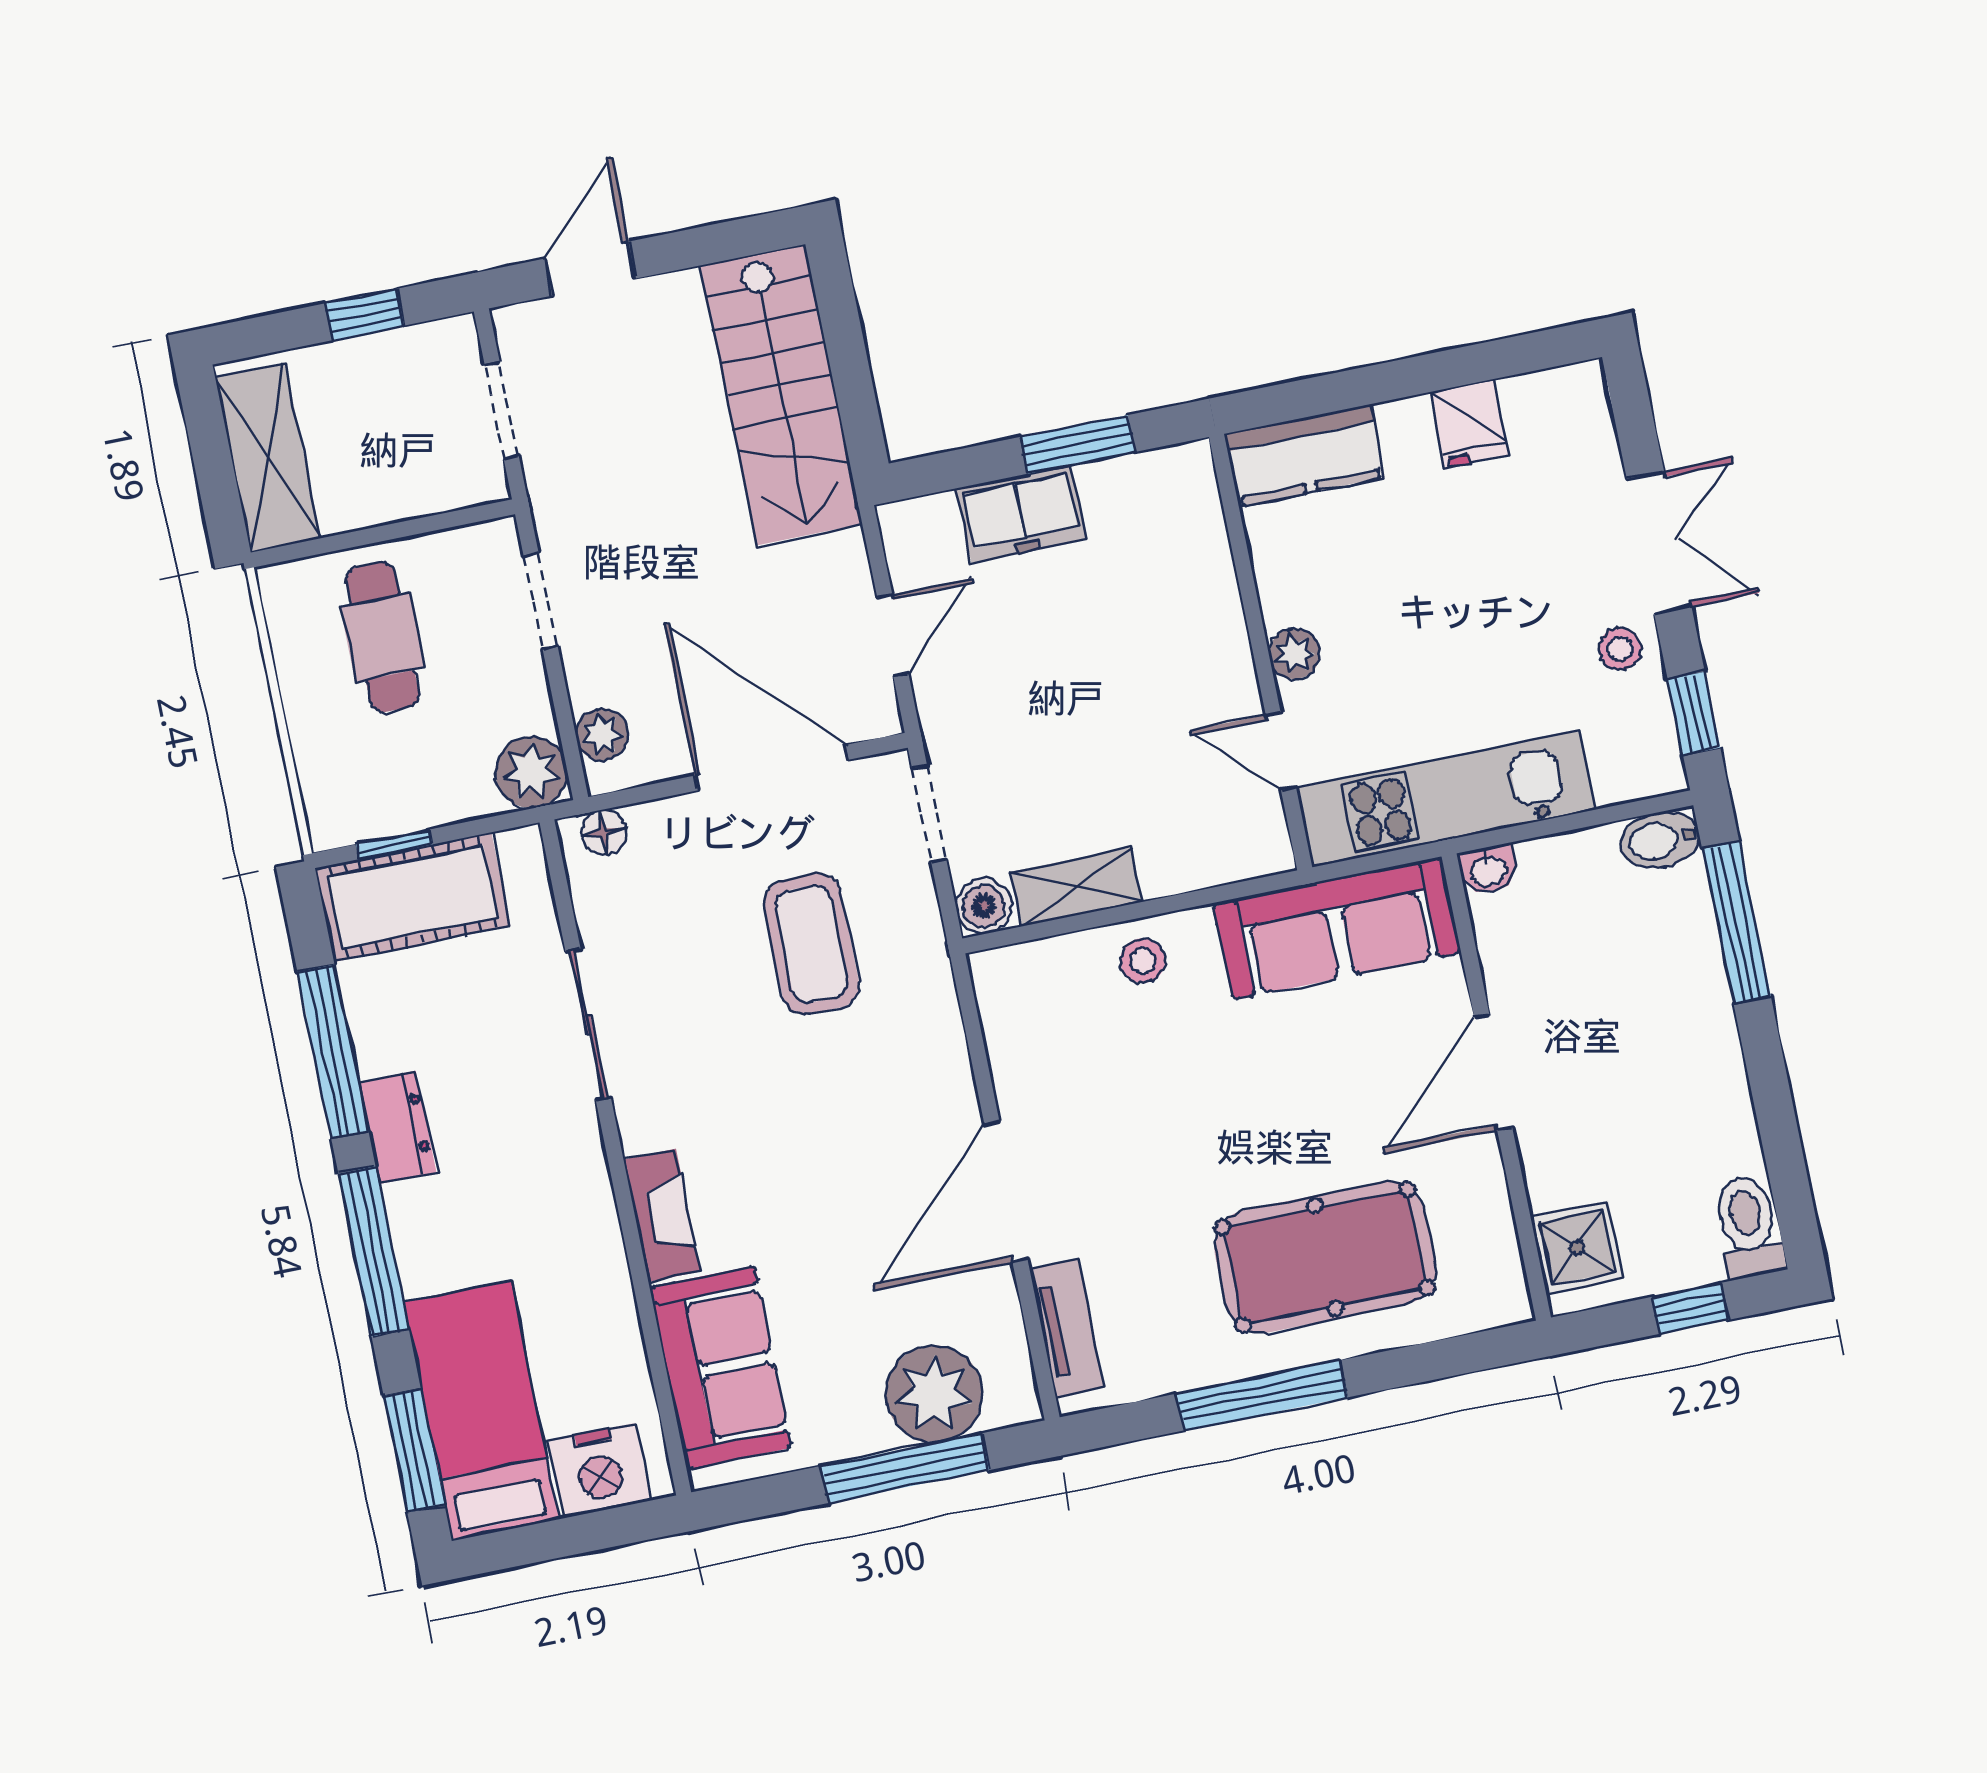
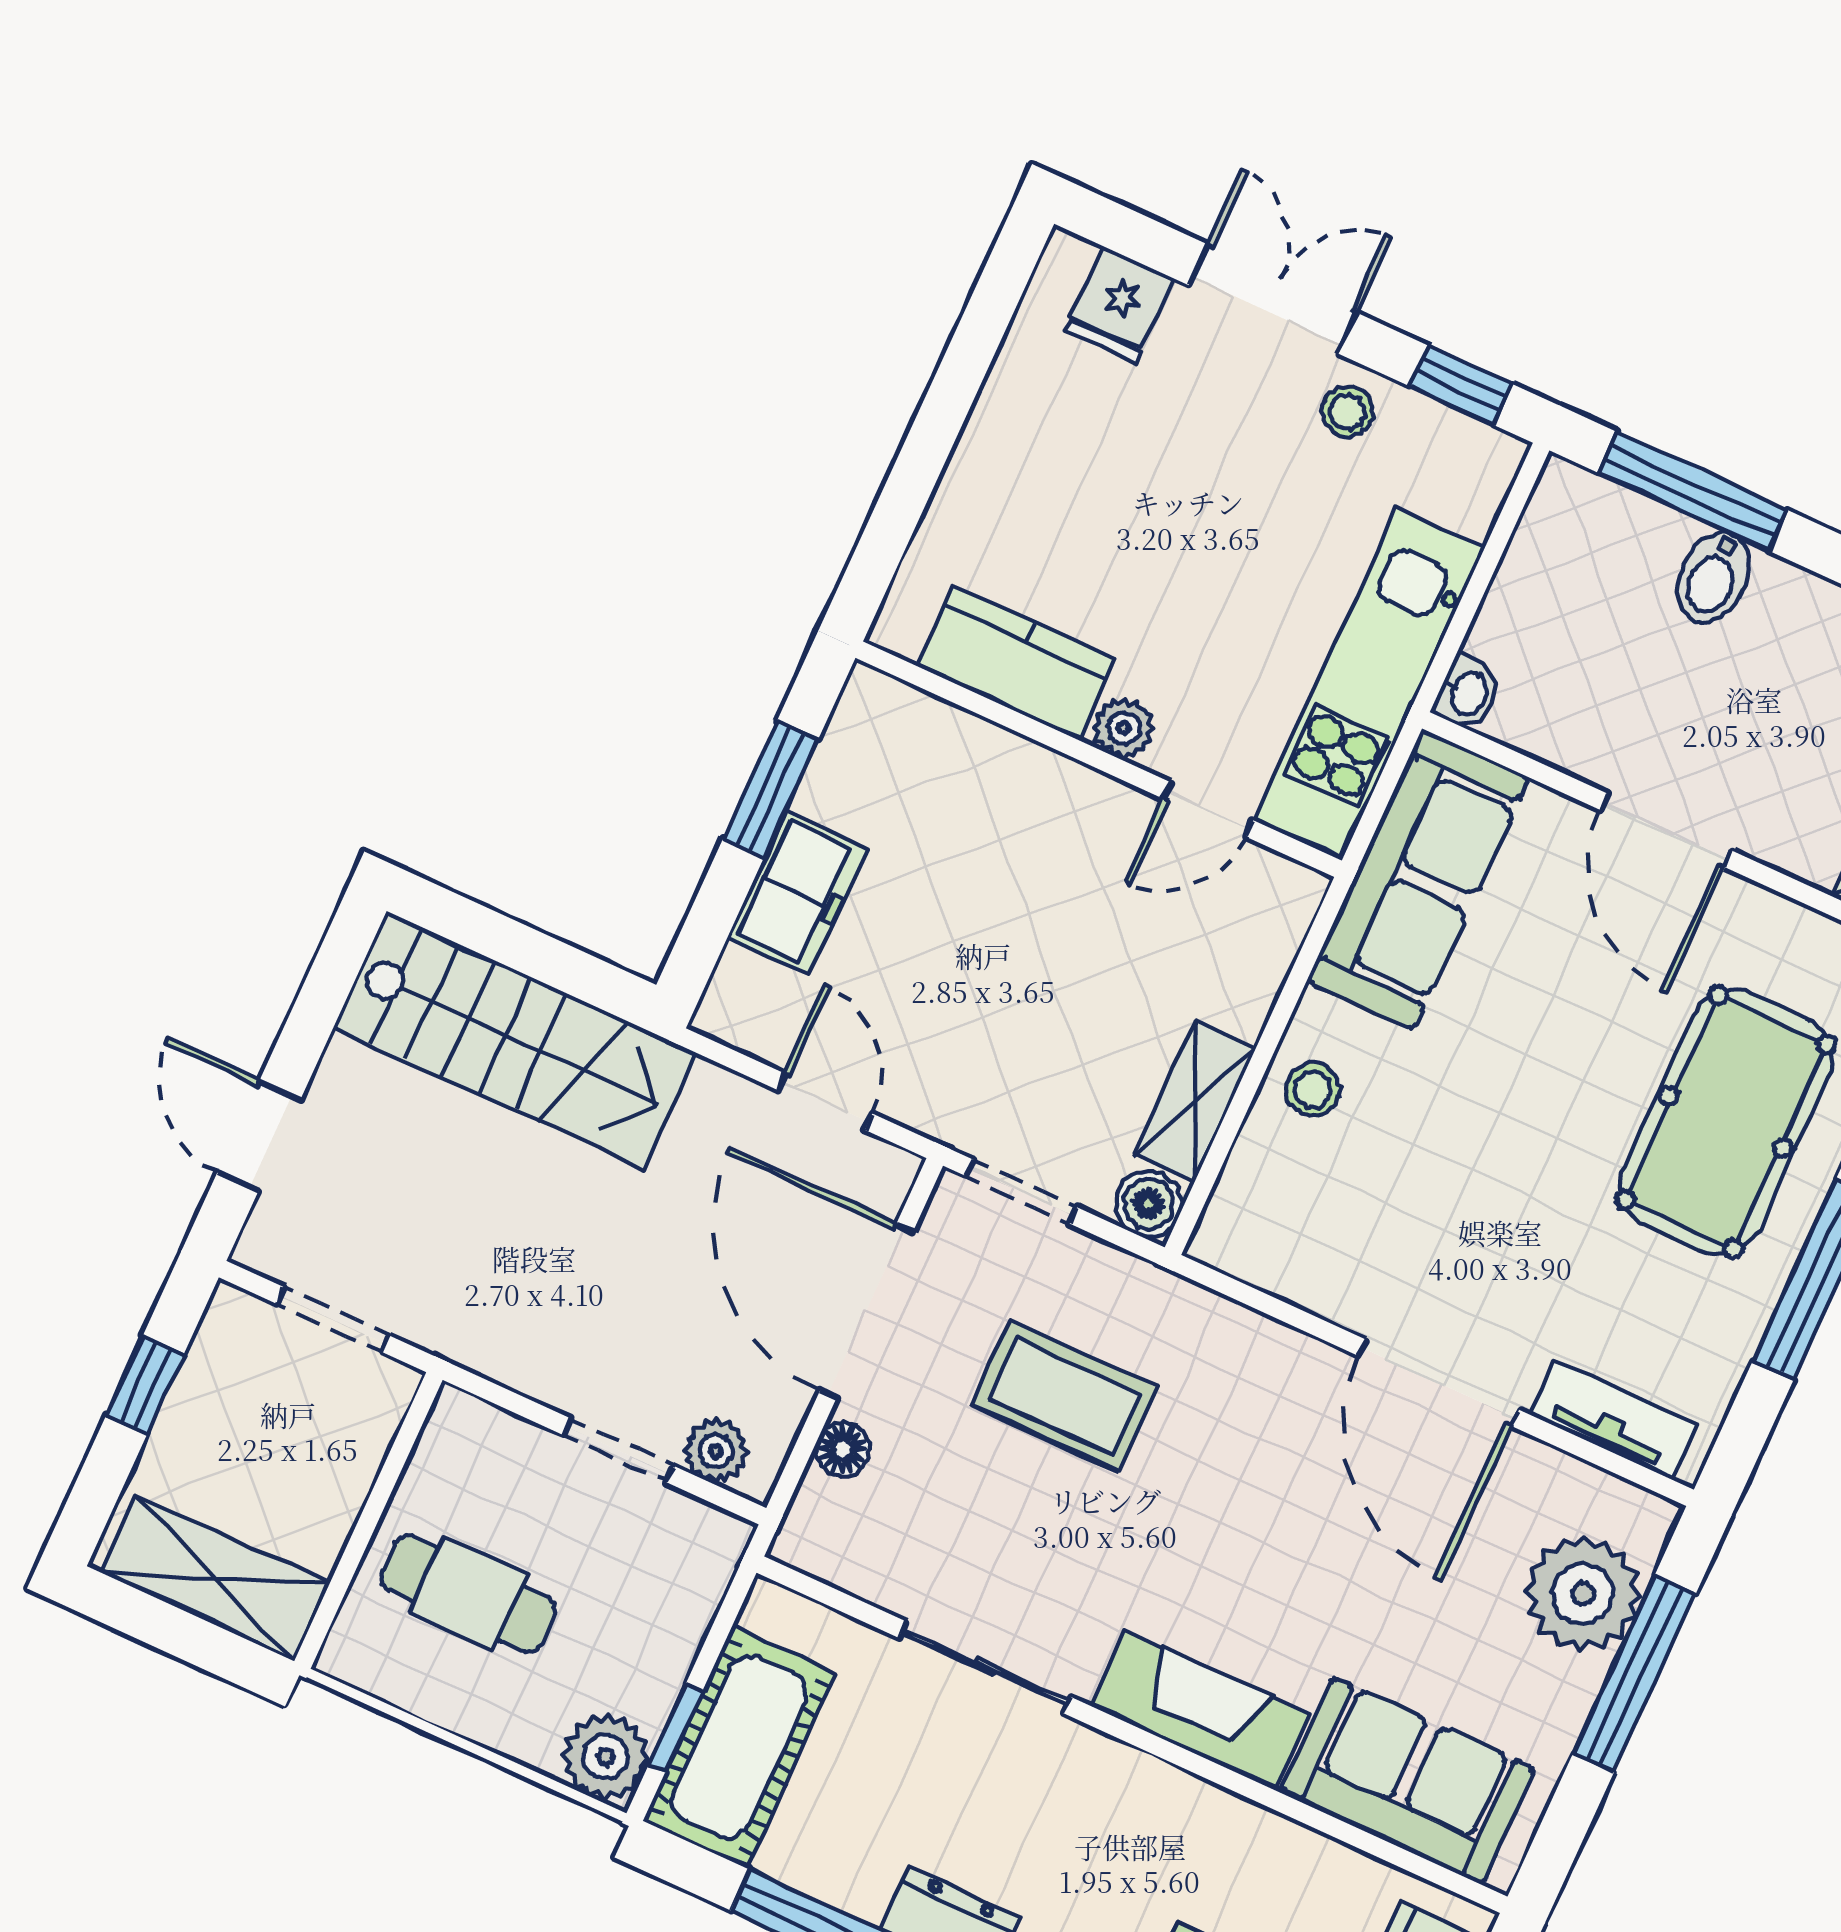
fridge: (1469, 424) -> (1119, 304), moved, turned 90
kitchen counter: (1304, 456) -> (1016, 663), moved, turned -90
doorway: (541, 601) -> (618, 1450), moved
door: (772, 768) -> (867, 1311), hinge flipped
plant: (531, 772) -> (606, 1757), moved
floor lamp: (604, 832) -> (843, 1449), moved
bidet: (1660, 840) -> (1713, 577), moved
fireplace: (662, 1215) -> (1200, 1710), width x1.37, depth x1.32

